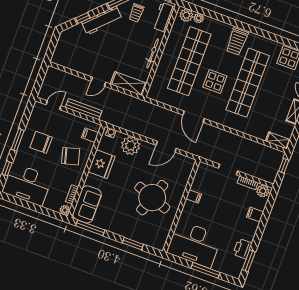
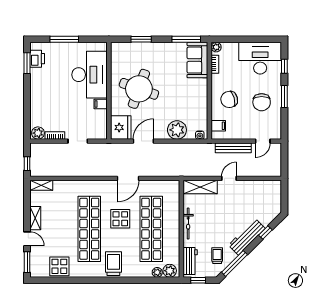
door: (194, 117) -> (128, 178), swing flipped
chair: (41, 142) -> (262, 102), turned 90
fridge: (102, 164) -> (121, 127), moved, turned 180
filing cabinet: (255, 215) -> (37, 108), removed
desk: (194, 244) -> (90, 75), moved, turned 90
printer: (243, 249) -> (37, 59), moved

